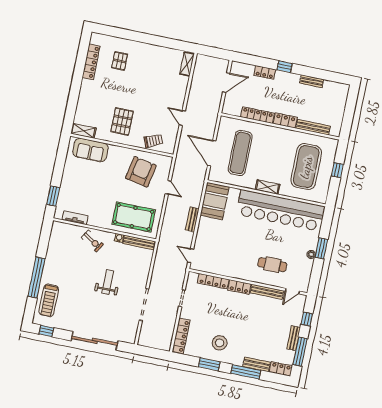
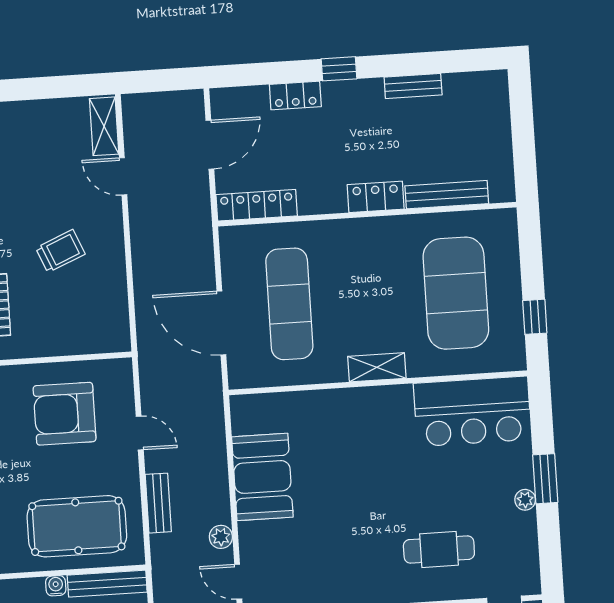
locker: (257, 115) -> (257, 205), moved
door: (182, 118) -> (123, 176), moved
trolley: (153, 141) -> (60, 251), moved
window: (337, 170) -> (535, 317), moved
armchair: (141, 172) -> (65, 414), turned -101
booth: (215, 201) -> (262, 477), moved
bar counter: (281, 210) -> (472, 411), width x0.54
bench: (192, 219) -> (158, 503), moved
plant: (189, 236) -> (221, 537), added

